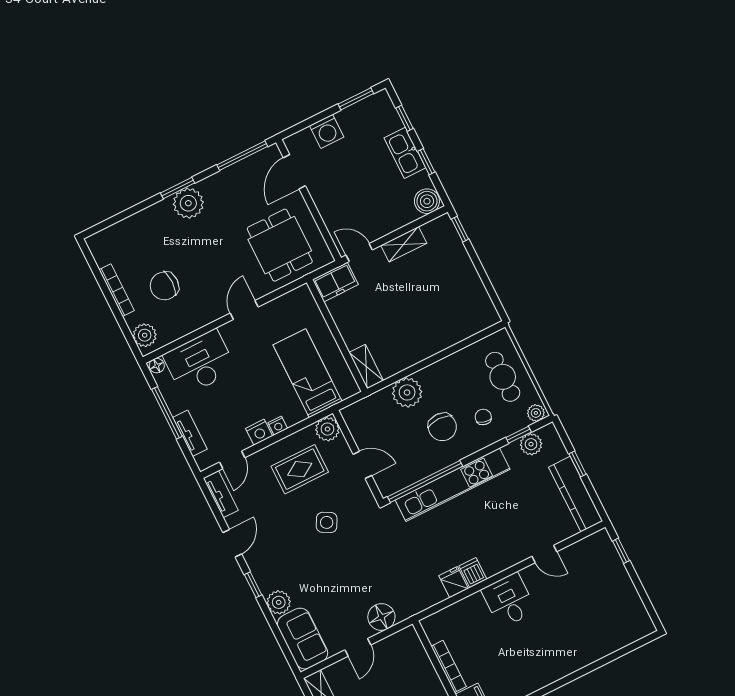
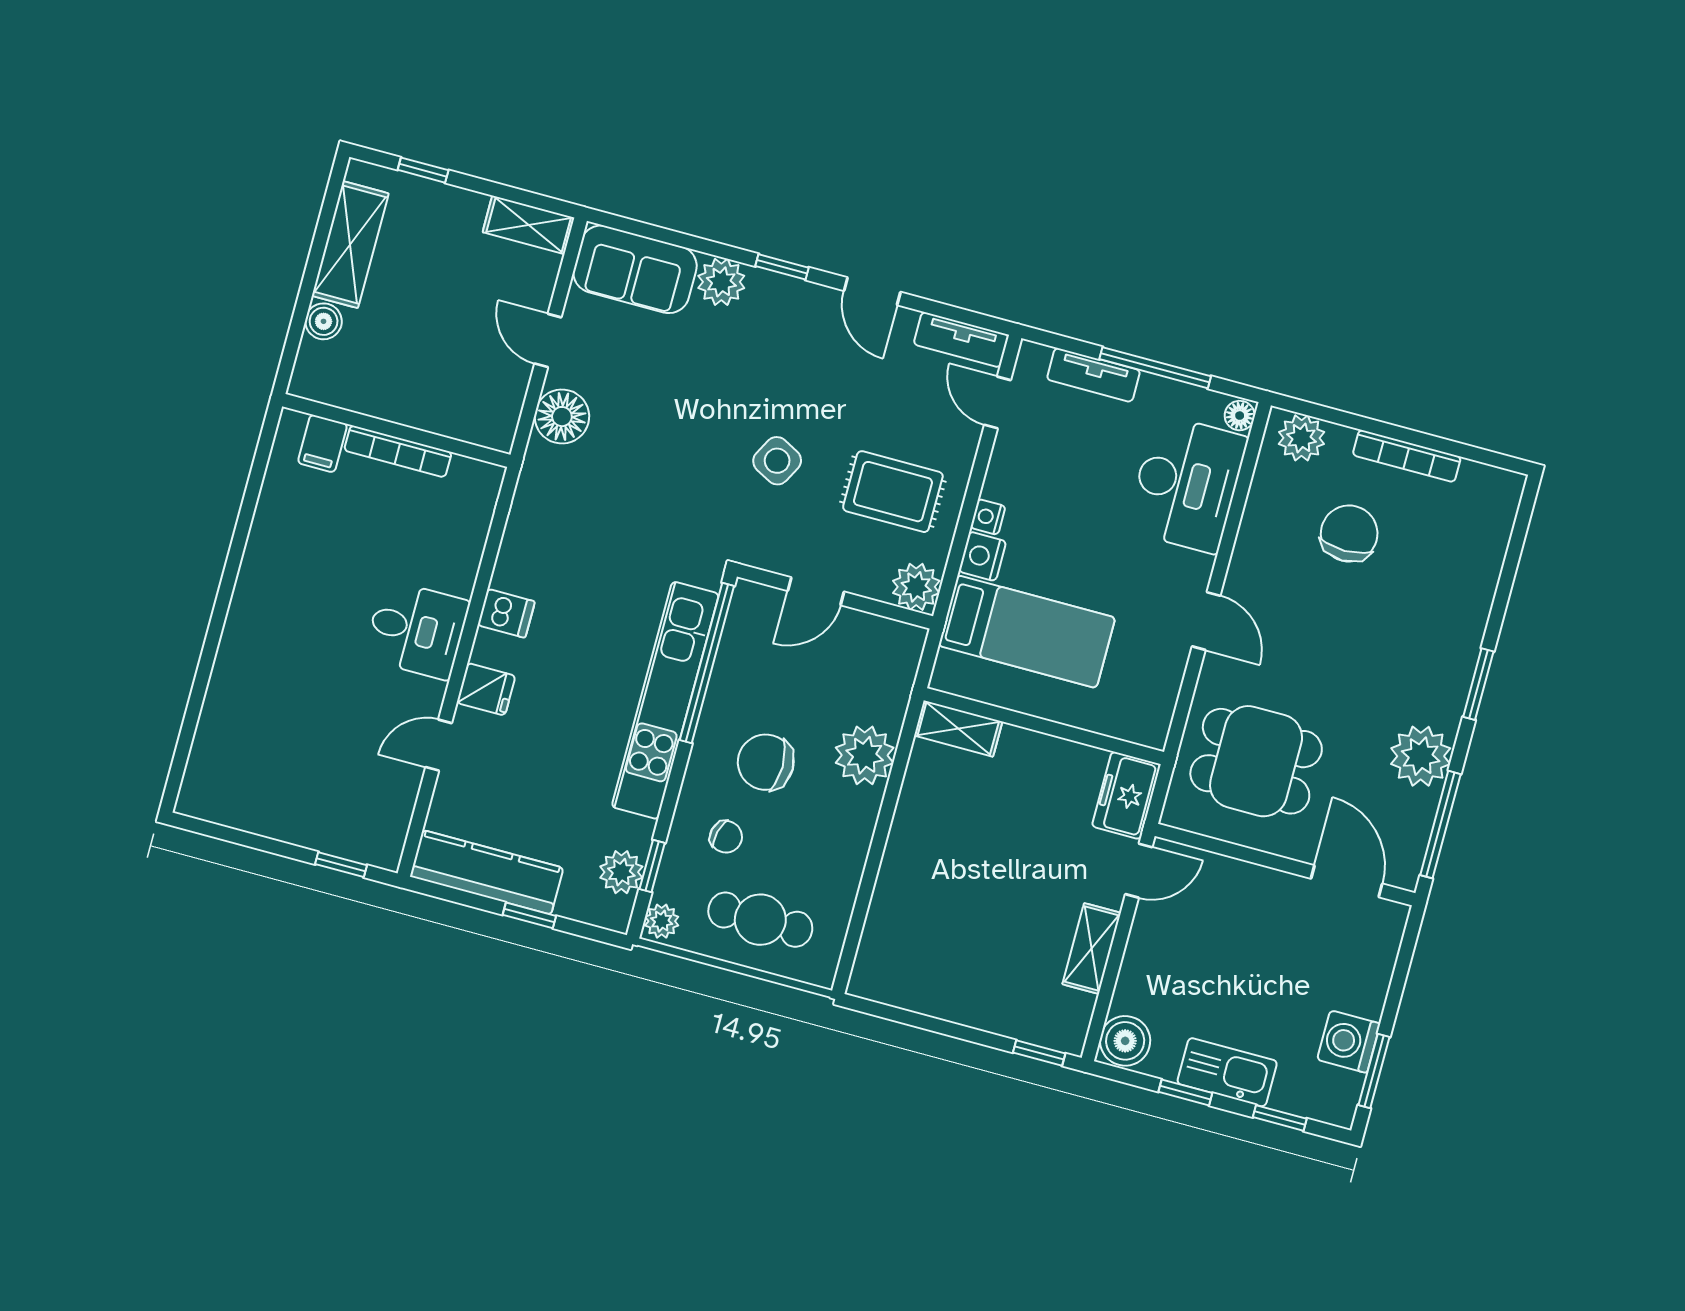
washing machine: (327, 131) -> (1349, 1042), moved
plant: (188, 203) -> (1421, 756), moved
nightstand: (259, 432) -> (982, 556), moved
rug: (300, 469) -> (893, 492), turned 90
fridge: (454, 582) -> (486, 689), moved

